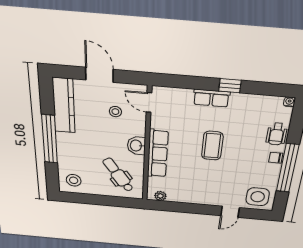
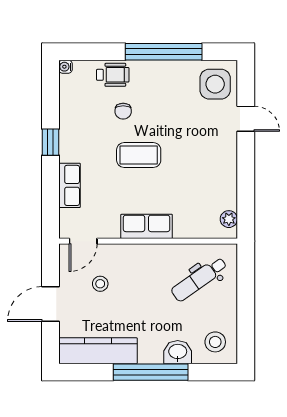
row of seats: (211, 98) -> (69, 185), moved
washbasin: (136, 146) -> (178, 352), moved, turned 180
row of seats: (158, 154) -> (147, 226), width x0.68
chair: (276, 158) -> (123, 111), moved

